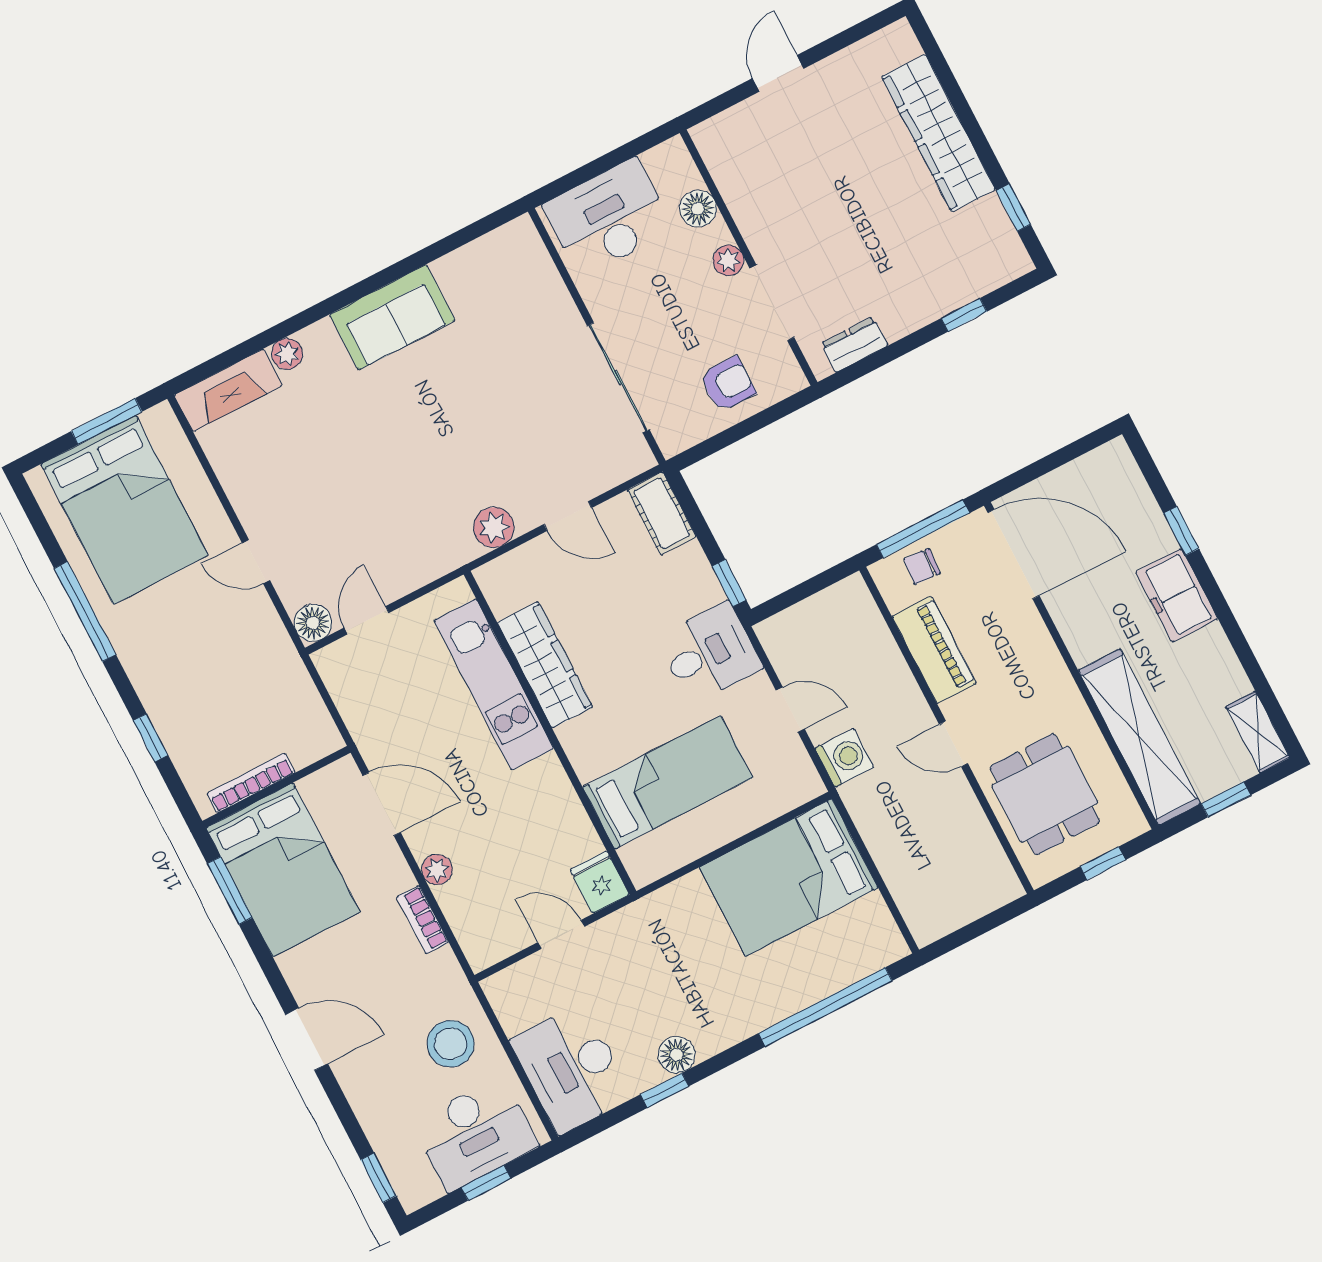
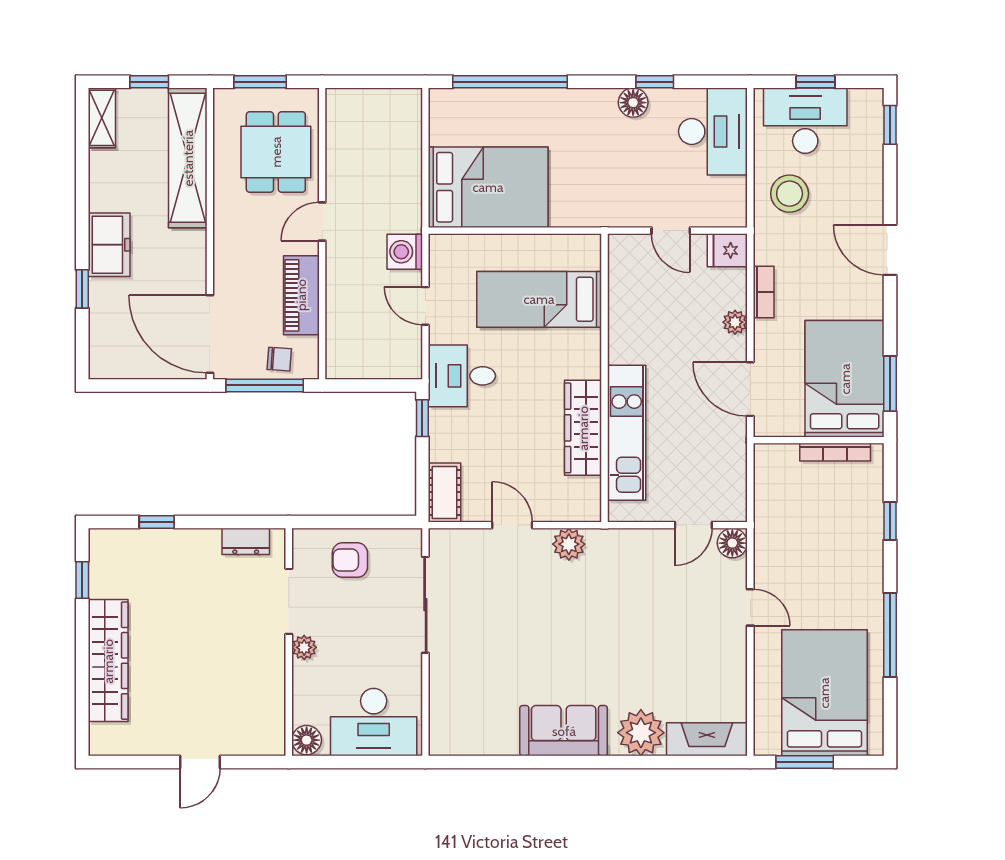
floor lamp: (698, 208) -> (307, 740), moved
plant: (287, 354) -> (641, 733), width x1.88, depth x1.88
door: (953, 744) -> (322, 221), swing flipped
window: (1103, 863) -> (260, 82), width x1.50
fridge: (600, 882) -> (727, 250), moved, turned 90

